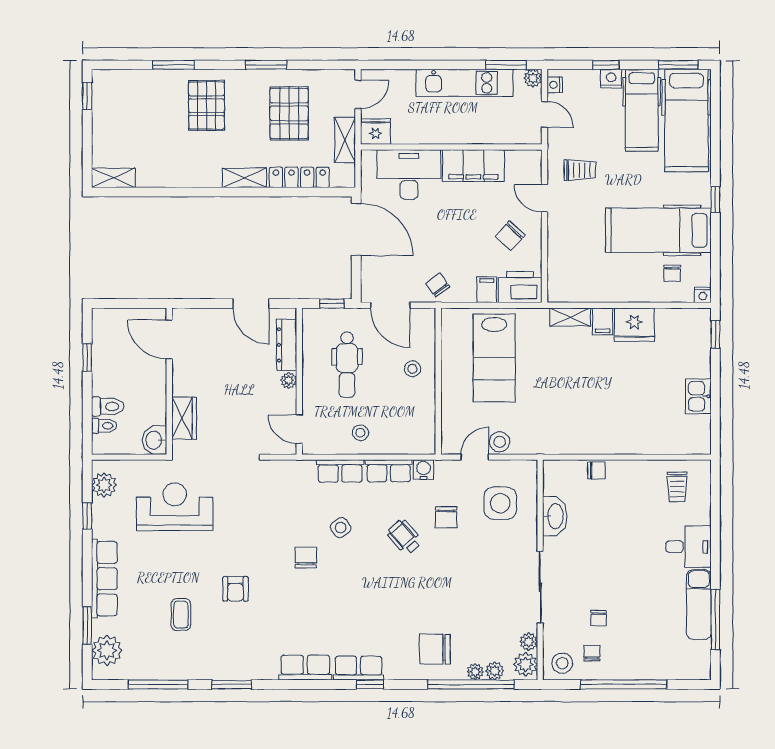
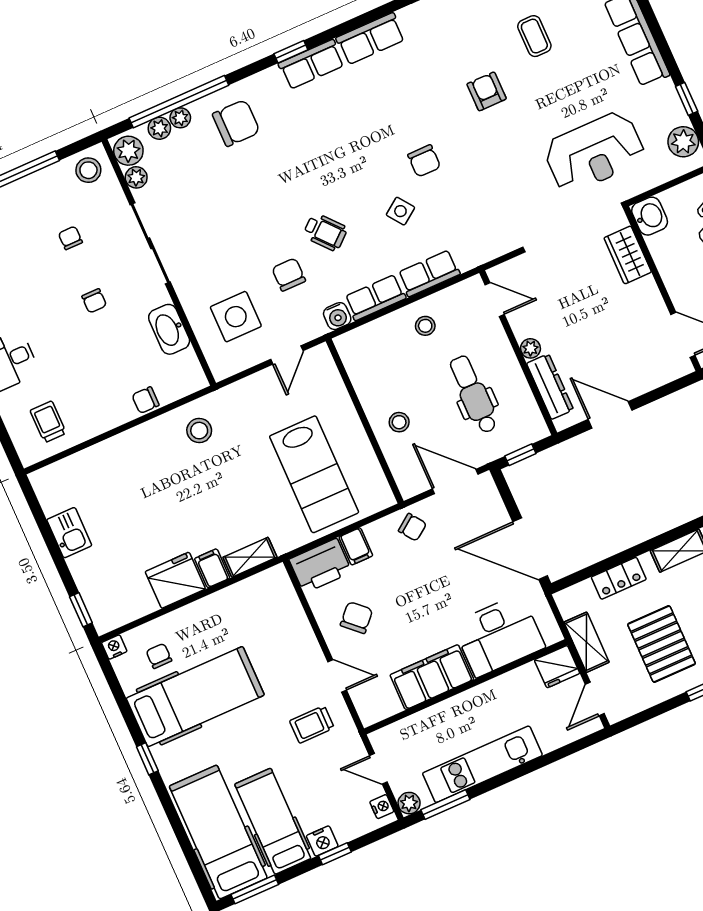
locker: (299, 177) -> (619, 578), width x0.66
lab bench: (494, 358) -> (314, 474), turned 180
stool: (500, 442) -> (199, 431), moved
chair: (592, 653) -> (94, 301), moved

